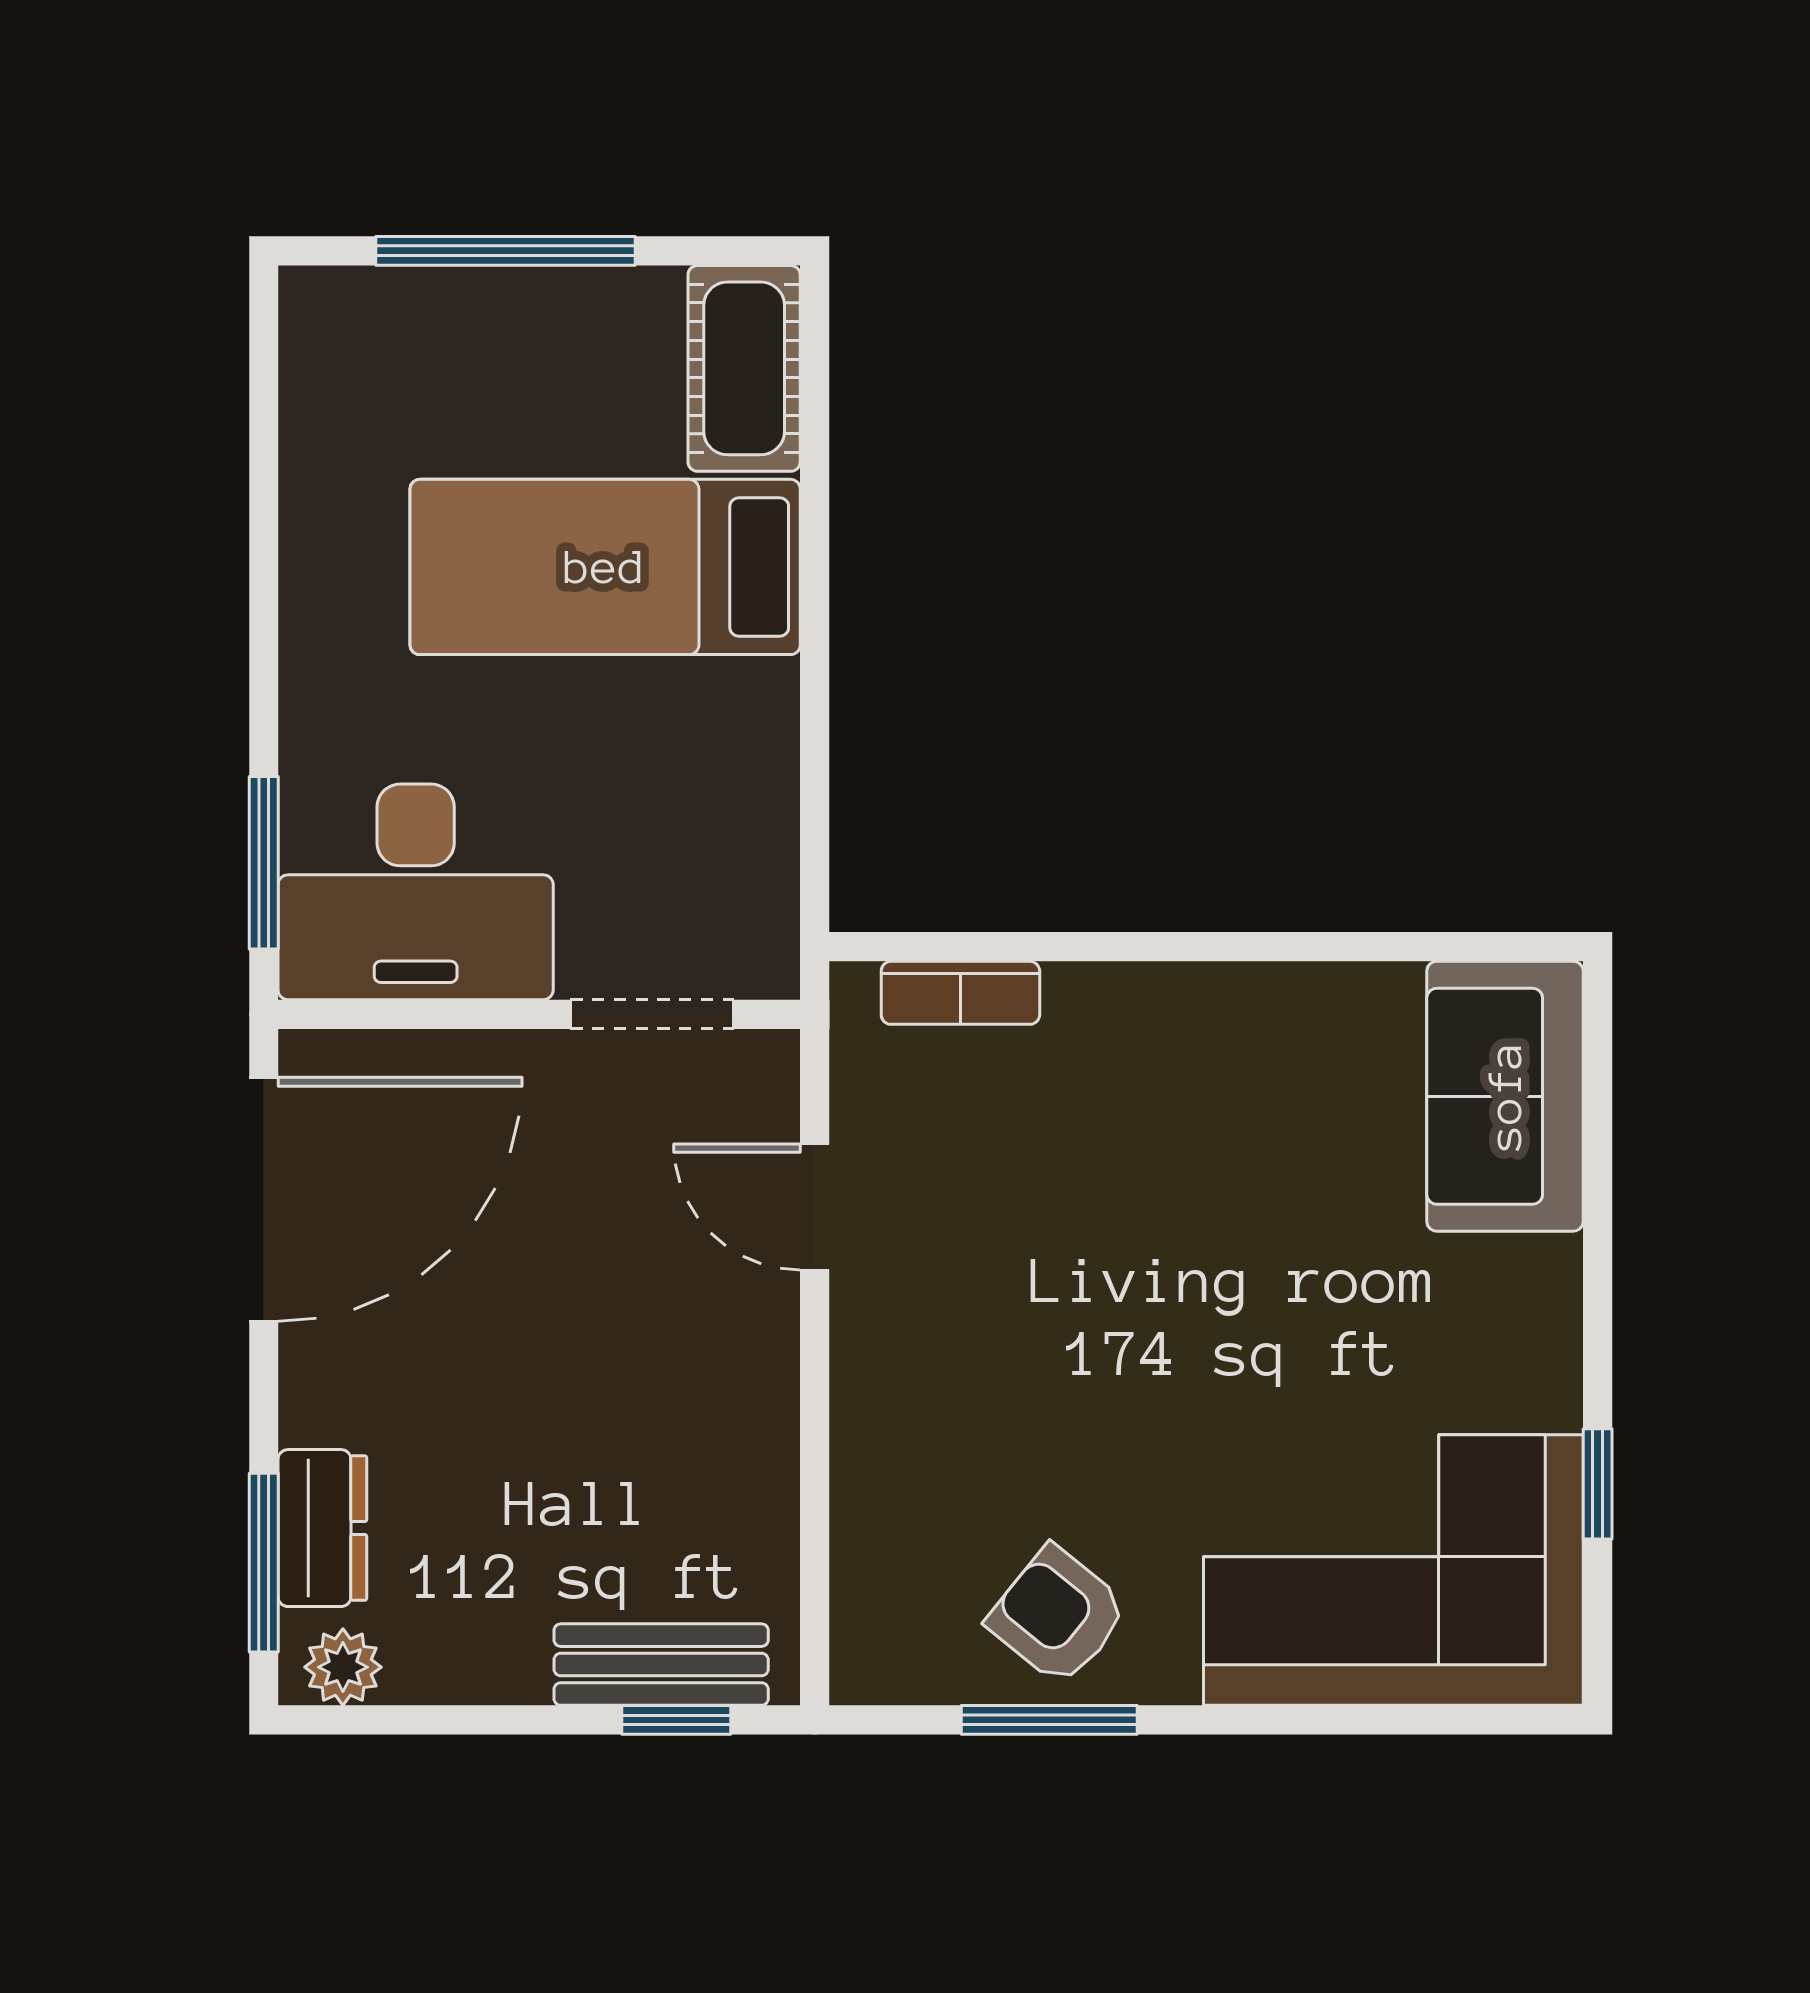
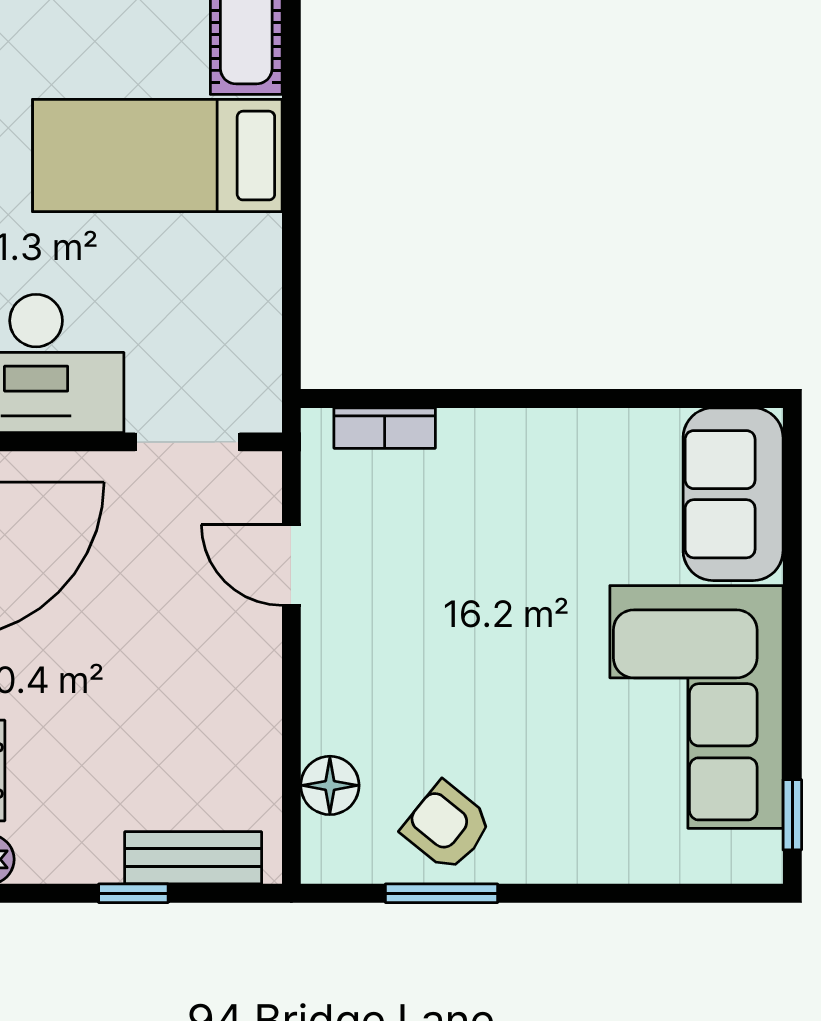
window: (1598, 1484) -> (792, 815), moved
floor lamp: (875, 1551) -> (330, 785), added
corner sofa: (1393, 1570) -> (696, 707), moved, turned -90
window: (676, 1720) -> (133, 893), moved

